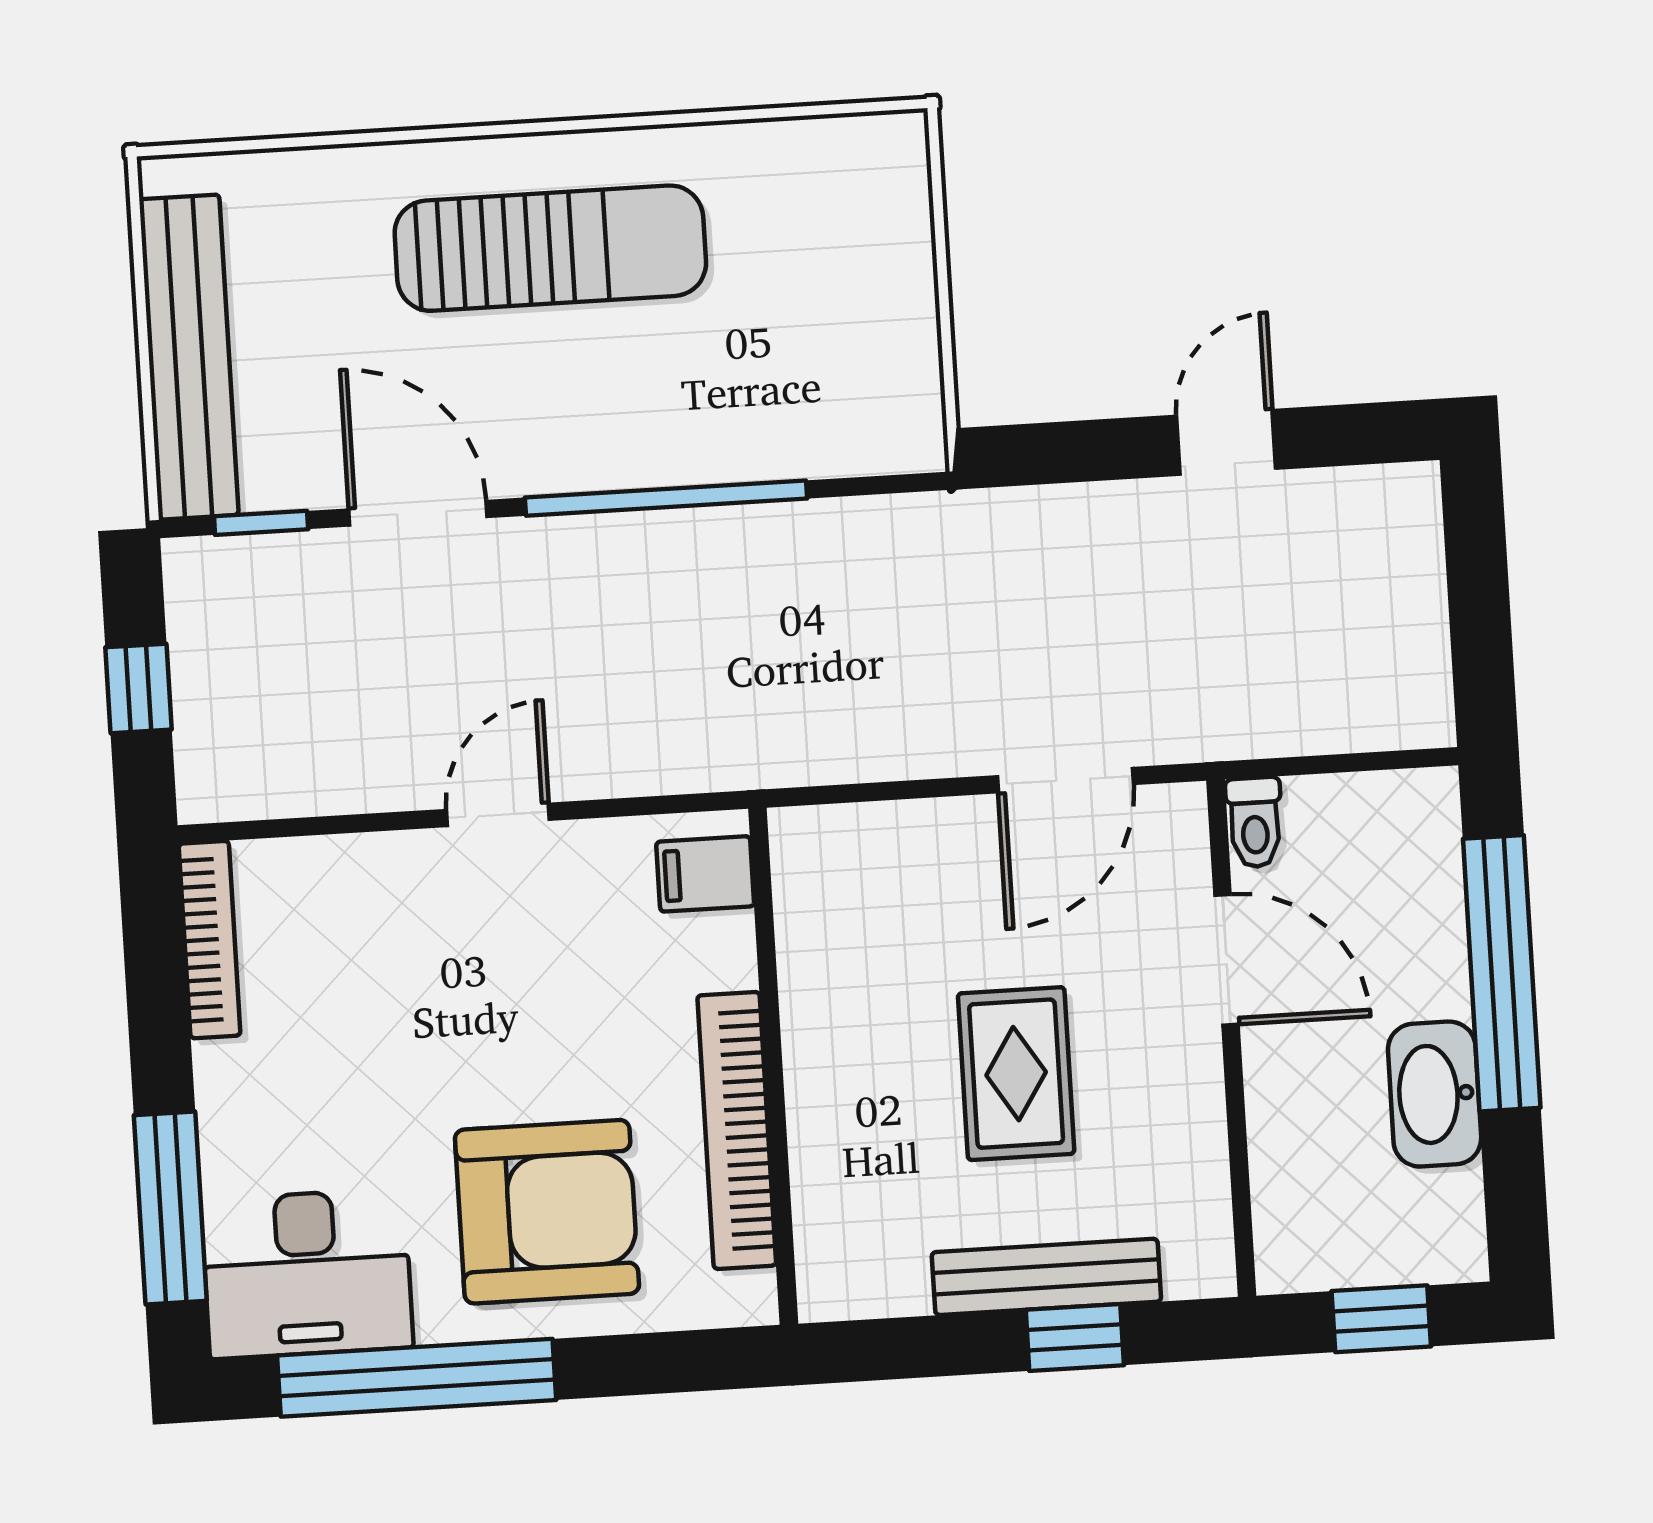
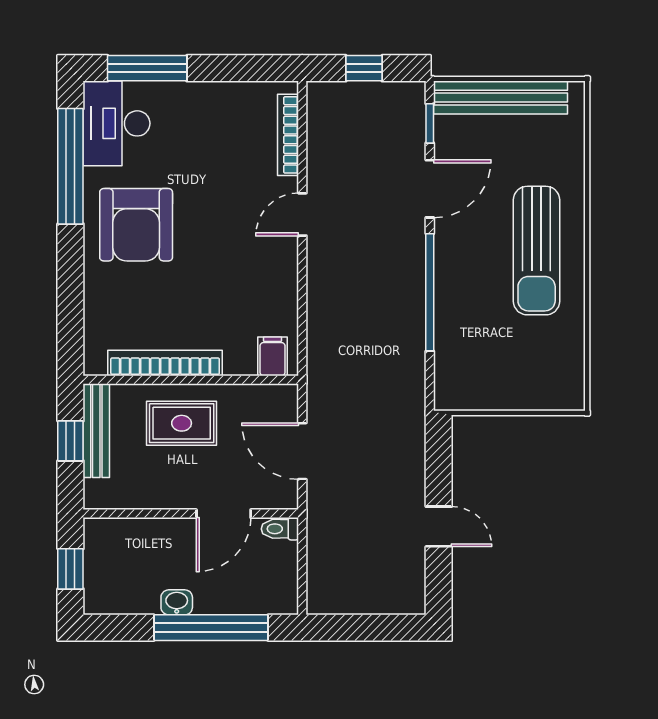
door: (498, 815) -> (302, 214), swing flipped
filing cabinet: (705, 874) -> (272, 356), moved
bookcase: (210, 940) -> (288, 135), moved, turned 90
wall: (773, 1066) -> (191, 380), moved
washbasin: (1435, 1094) -> (177, 602), width x0.52, depth x0.69
bookcase: (737, 1130) -> (165, 363), moved

